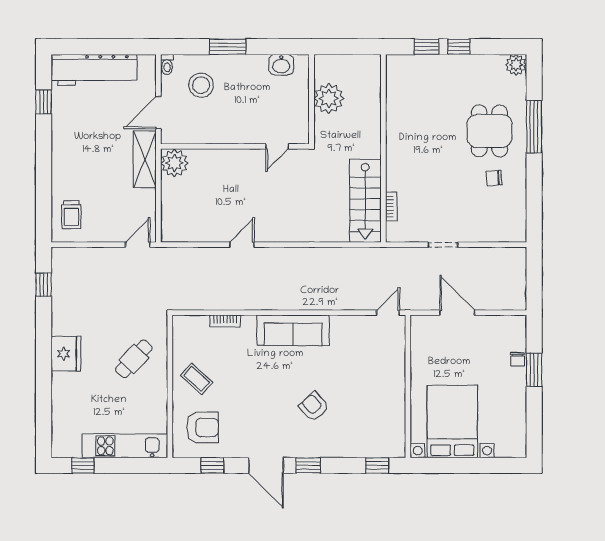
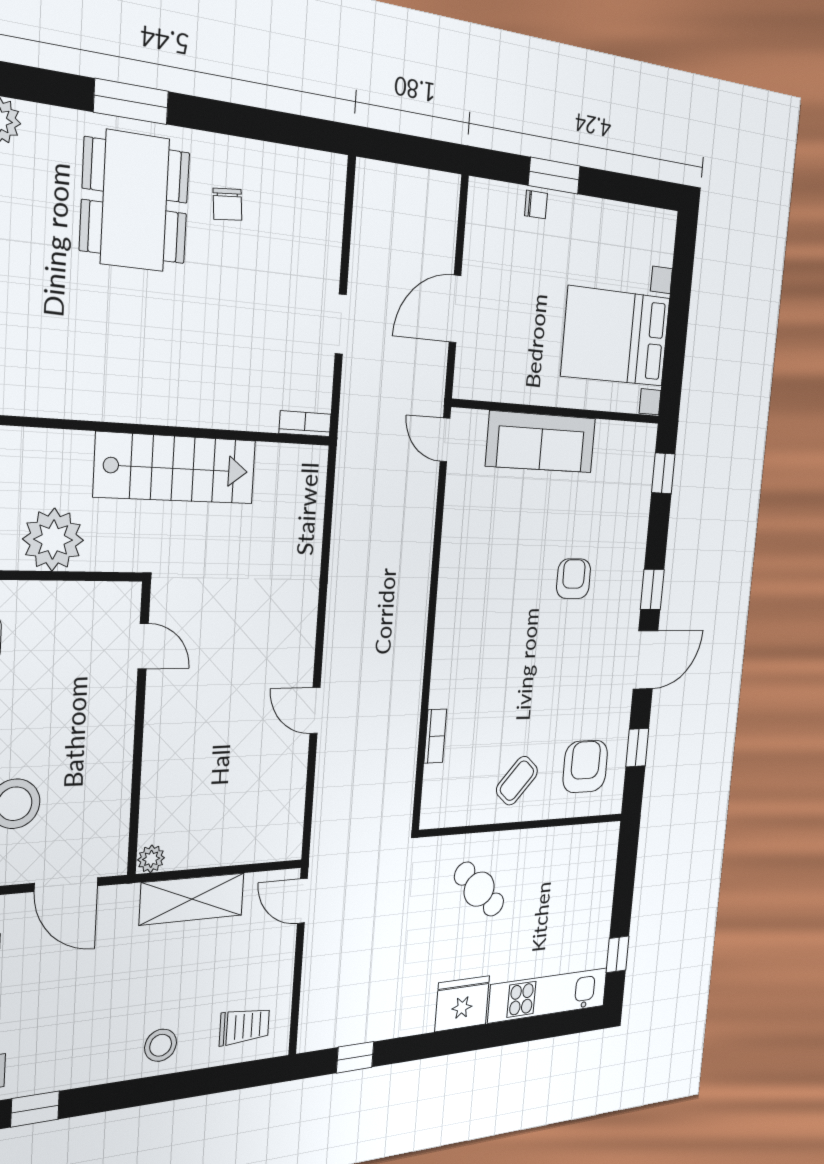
window: (534, 127) -> (131, 102), width x0.69
dining table: (489, 131) -> (135, 201), width x1.38
shelving: (145, 159) -> (192, 899), moved
plant: (174, 163) -> (151, 859), width x0.53, depth x0.53
stool: (68, 167) -> (161, 1045), added
stairs: (365, 201) -> (176, 468), moved
bookcase: (391, 207) -> (305, 424), moved
sofa: (293, 330) -> (541, 442), moved, turned 90
armchair: (314, 407) -> (574, 579), turned 132
kitchen unit: (125, 446) -> (548, 995), moved, turned 90

